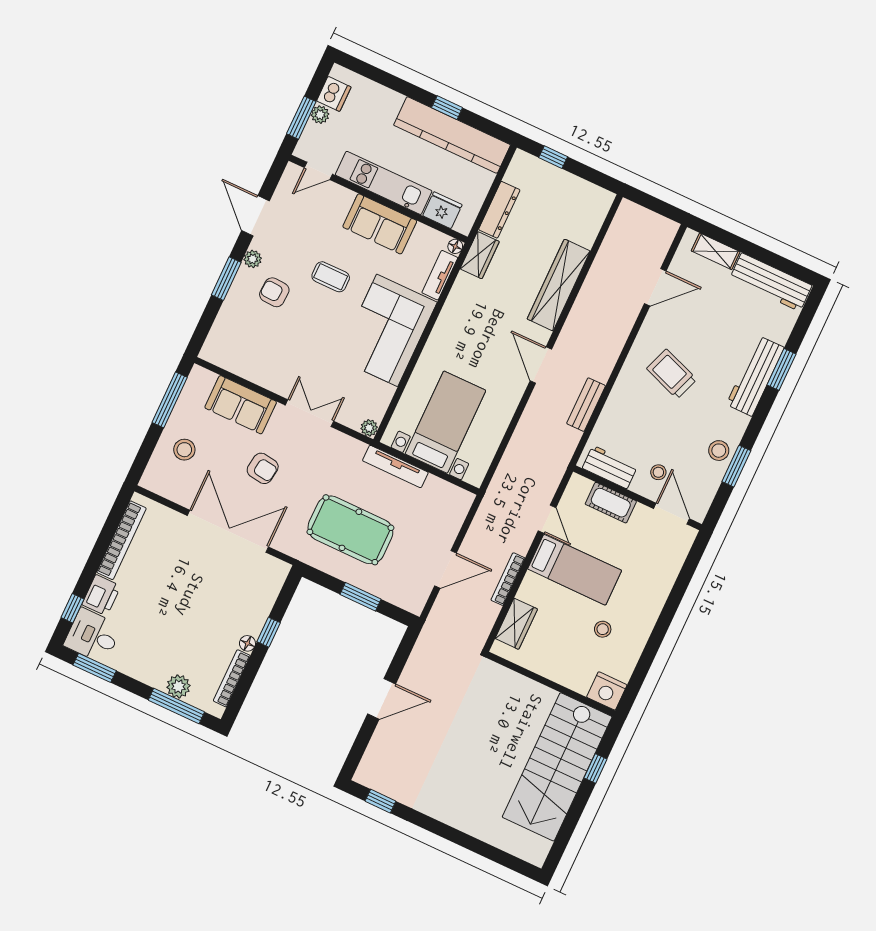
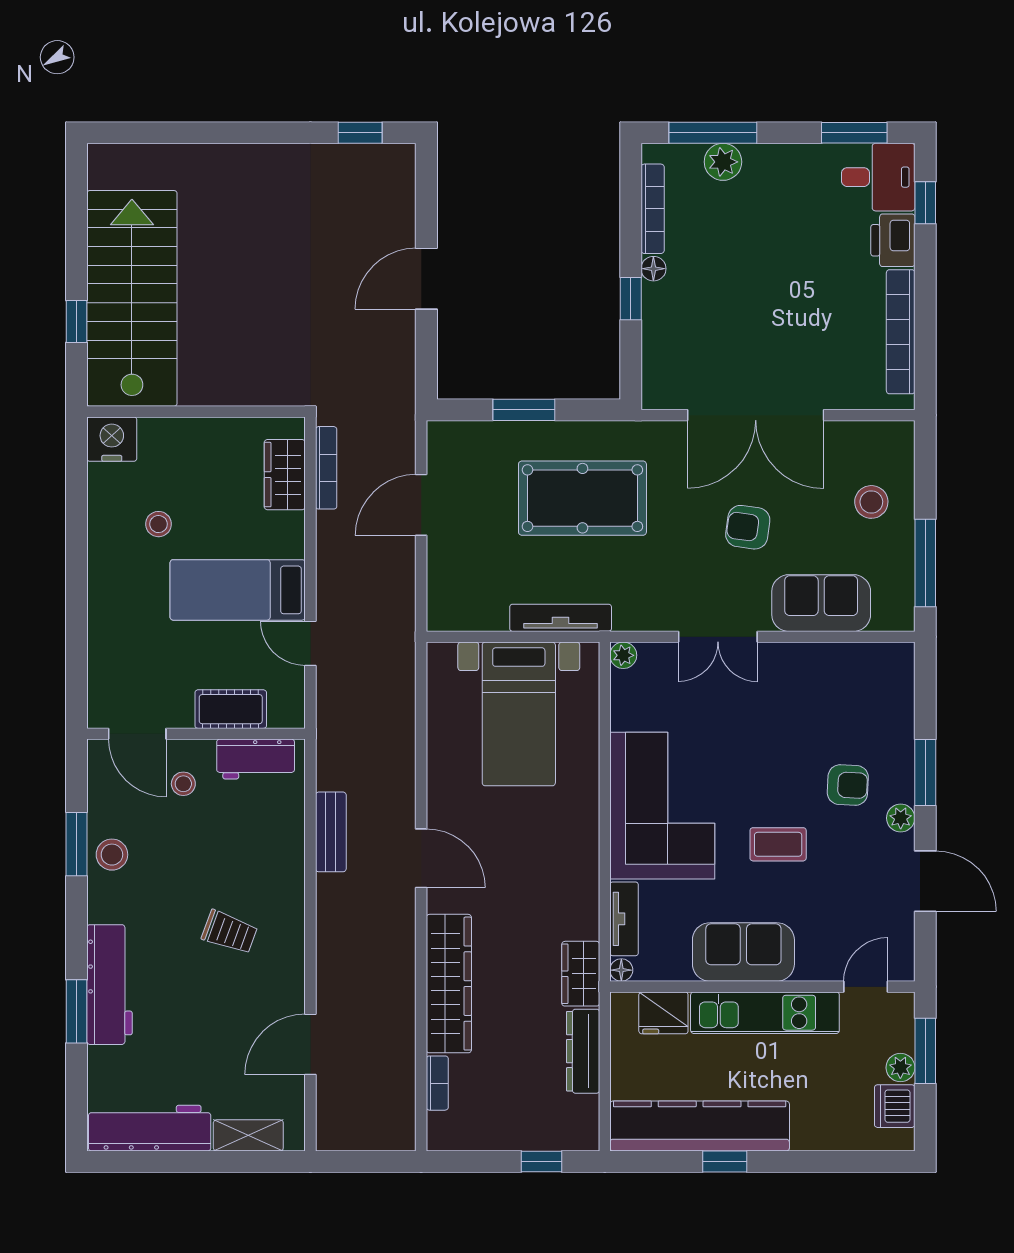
bookcase: (592, 231) -> (437, 1083), added
trolley: (672, 374) -> (229, 932), width x0.73, depth x0.72
bookcase: (508, 579) -> (326, 468), moved

